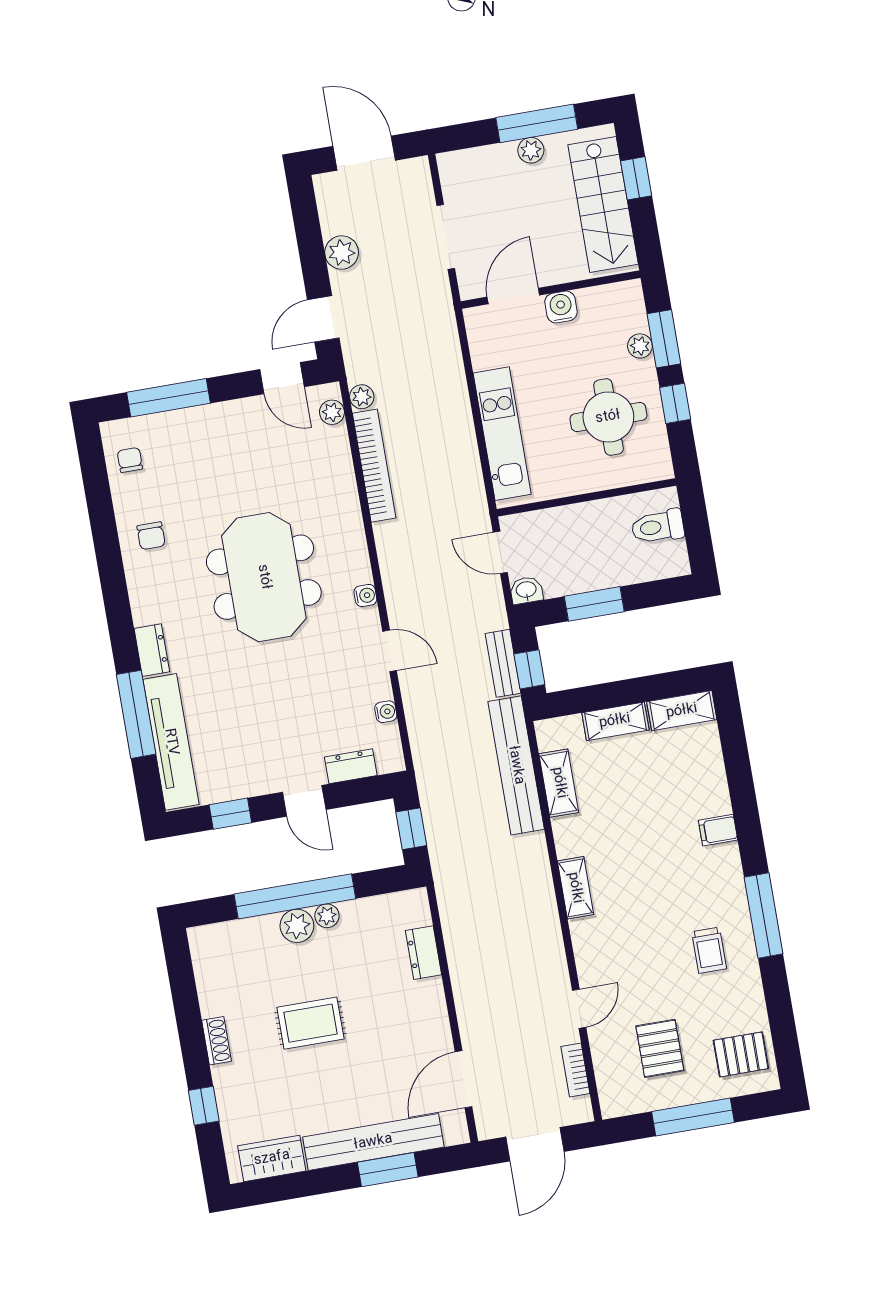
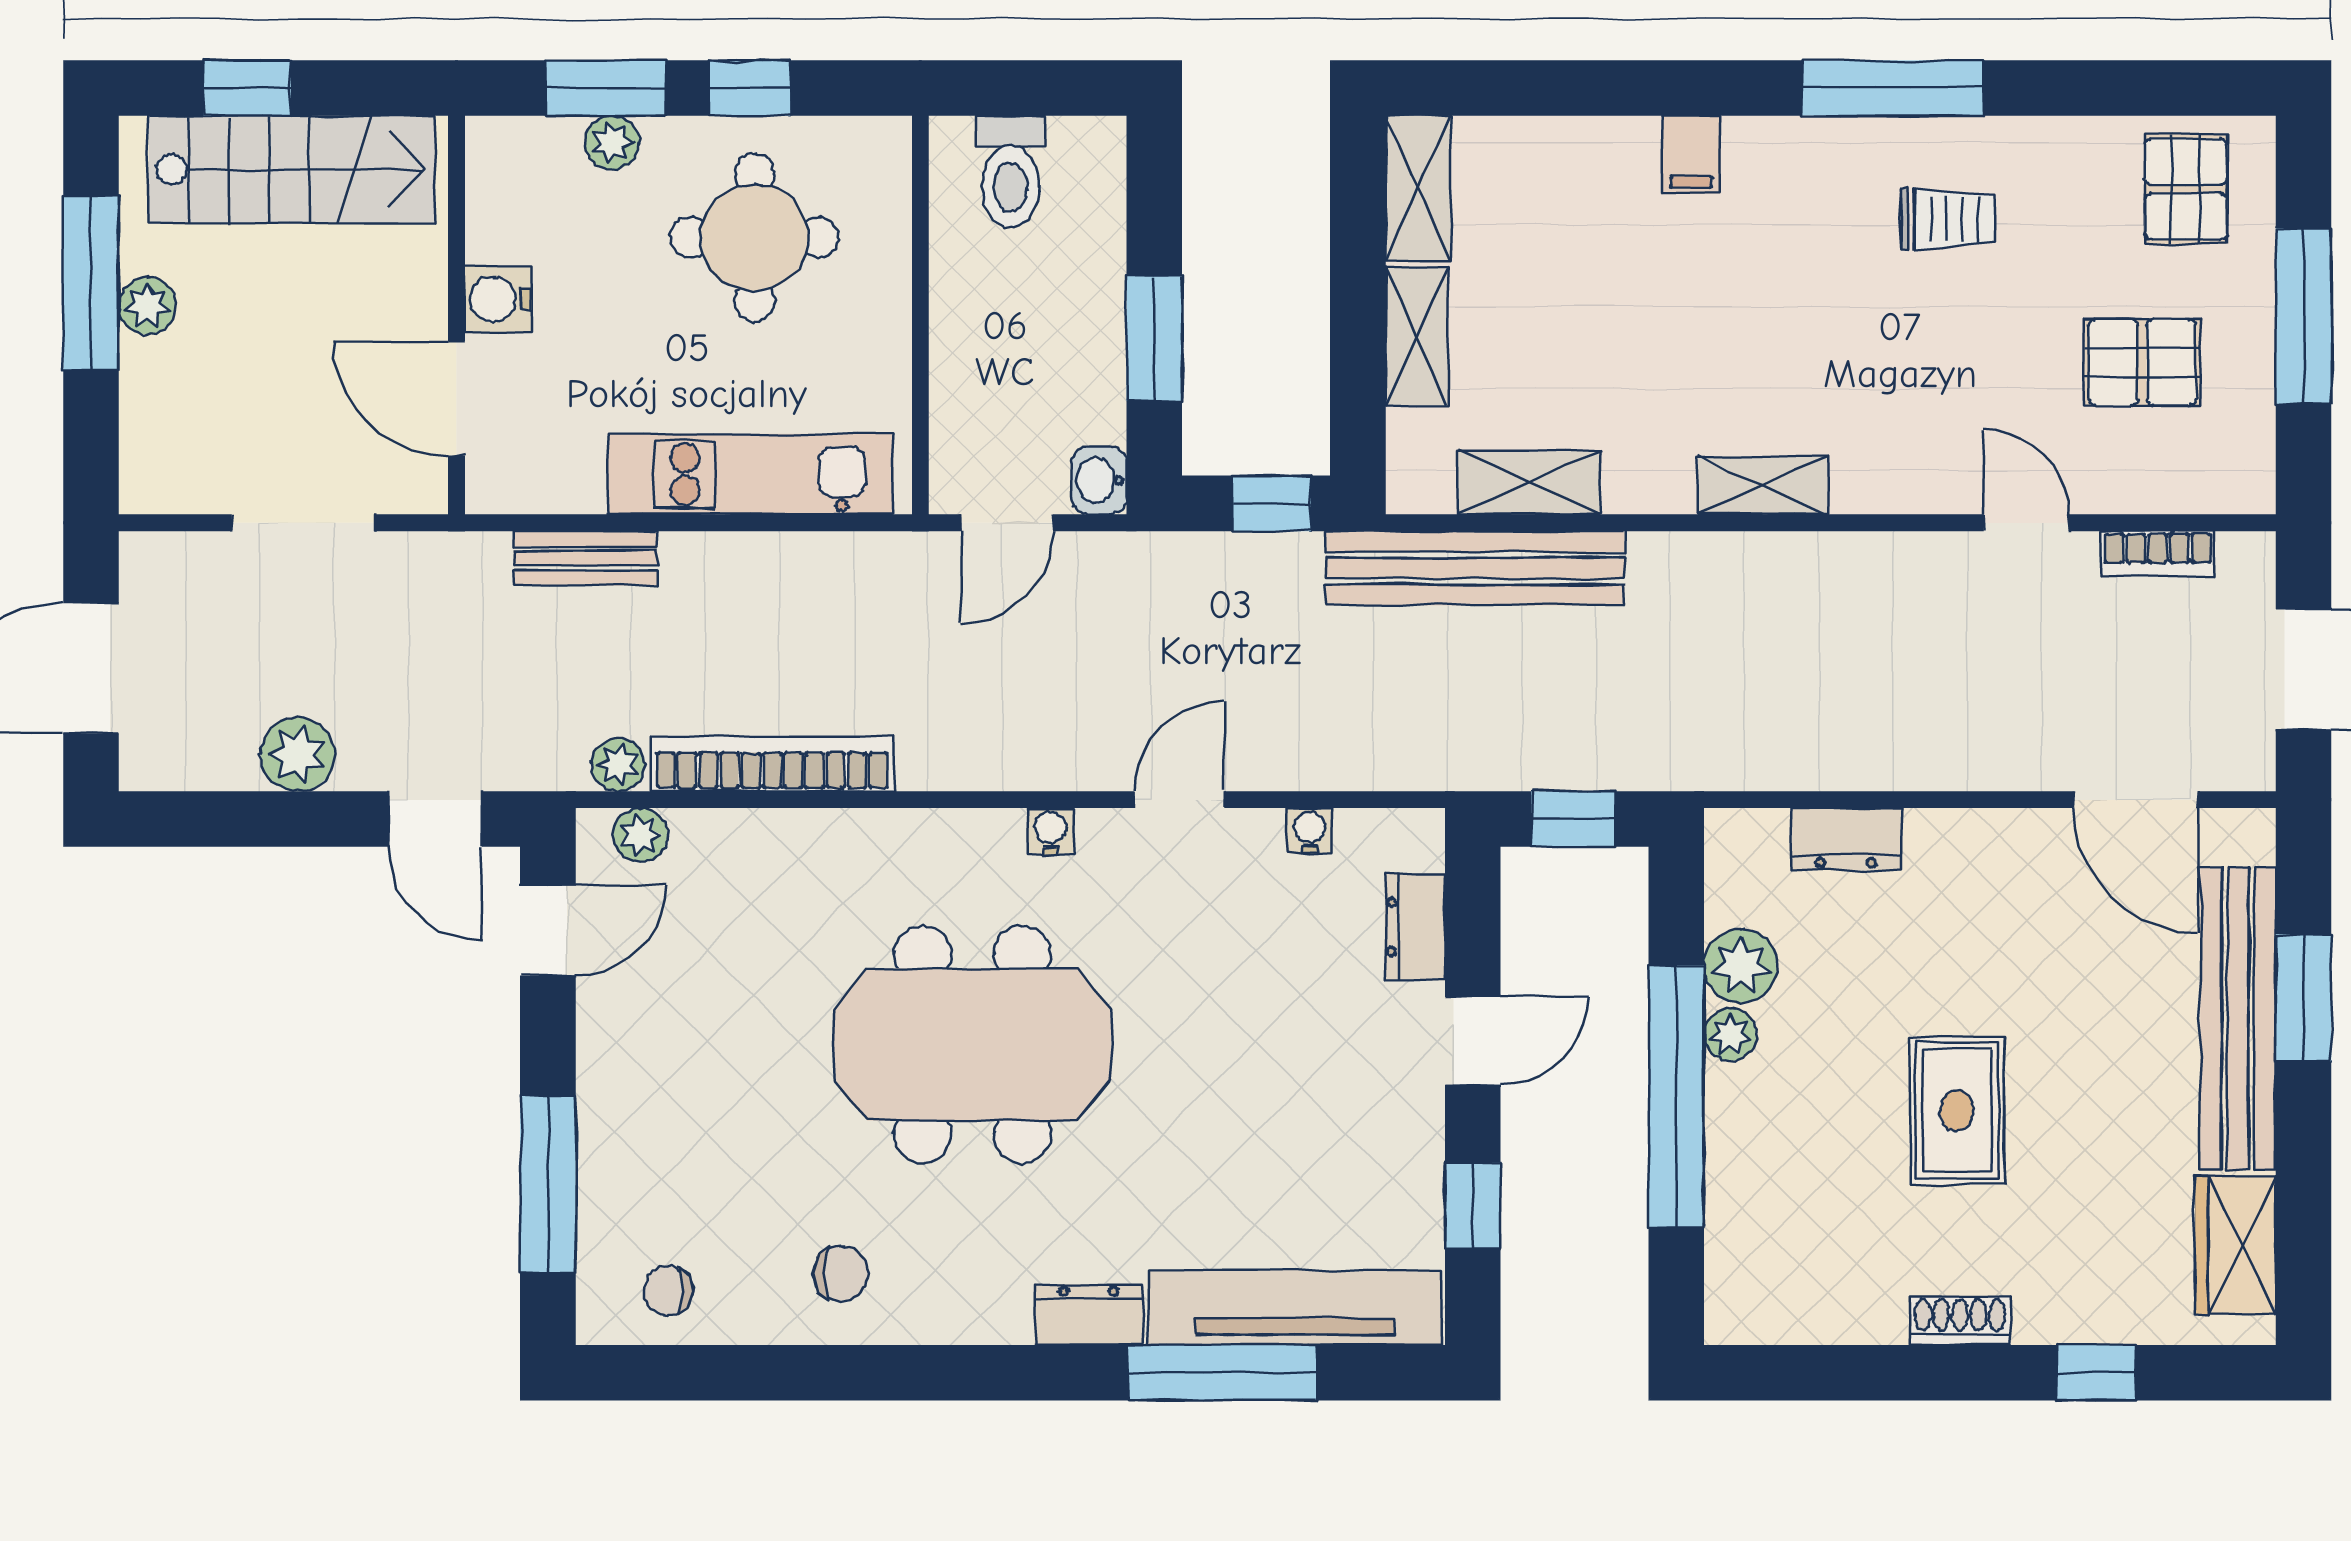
bench: (503, 663) -> (585, 558), moved
plant: (297, 926) -> (1741, 966), moved

